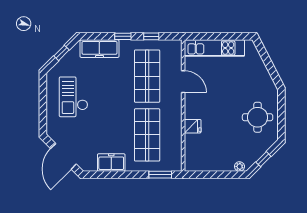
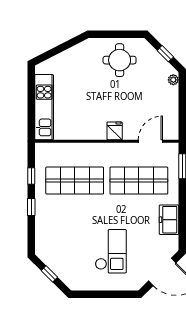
freezer: (99, 49) -> (45, 232), removed
door: (183, 82) -> (150, 141), moved
checkout: (74, 97) -> (111, 251), moved, turned -90
fridge: (193, 126) -> (115, 131), moved

